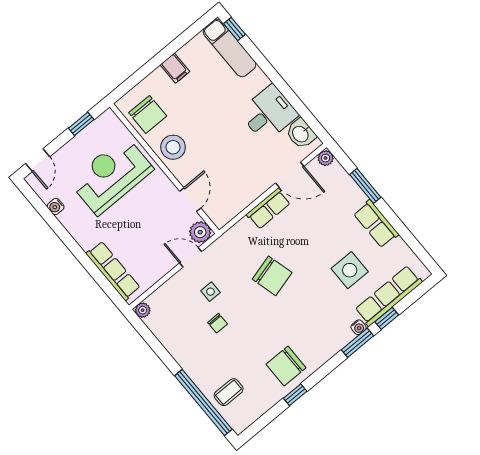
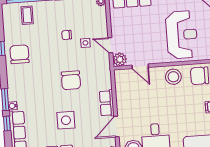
door: (191, 257) -> (110, 45), swing flipped
side table: (350, 270) -> (66, 120), moved
chair: (272, 276) -> (71, 80), turned -75

